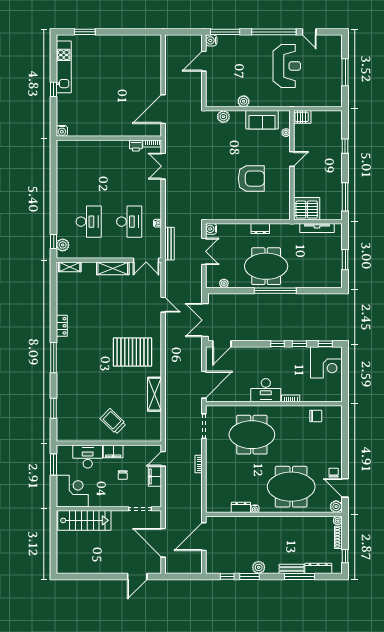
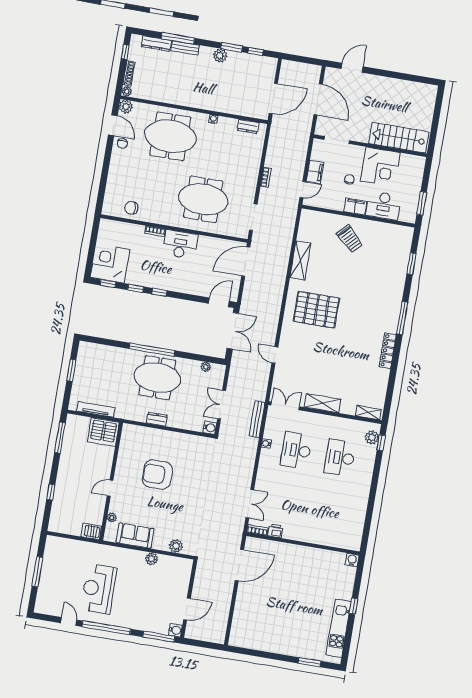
locker: (62, 326) -> (388, 351), width x1.53
corner desk: (72, 491) -> (380, 167), moved, turned -90
dresser: (241, 507) -> (248, 126), moved

